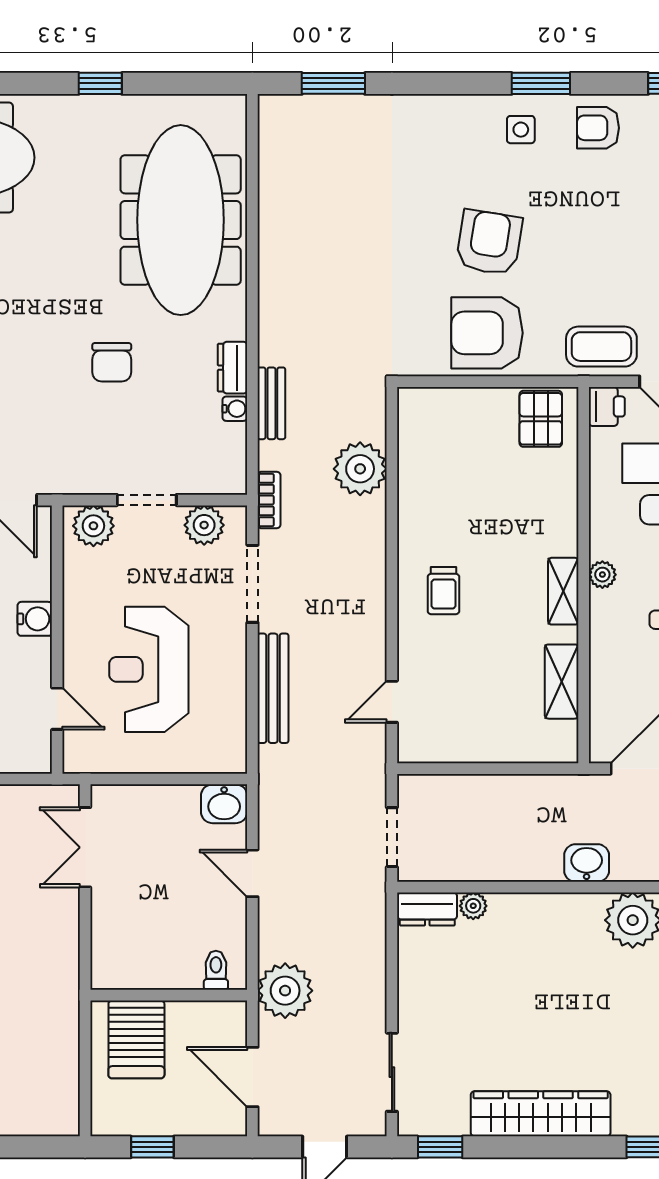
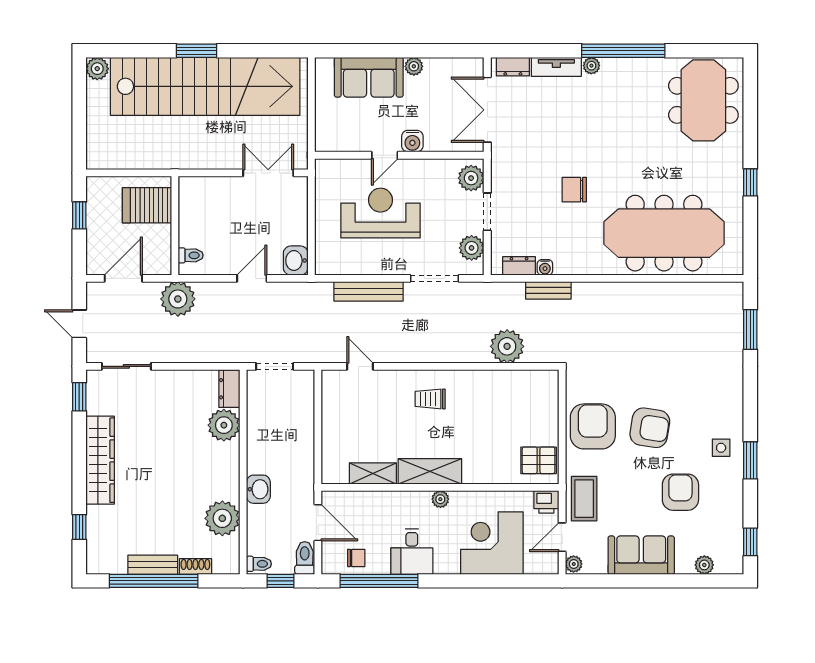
armchair: (598, 128) -> (680, 492), moved, width x1.38, depth x1.38
dresser: (233, 368) -> (519, 266), moved
bookcase: (269, 500) -> (487, 289), removed
shelving: (563, 591) -> (430, 471), width x1.50, depth x1.33
door: (57, 709) -> (385, 155), moved
plant: (473, 906) -> (224, 425), width x1.88, depth x1.88

